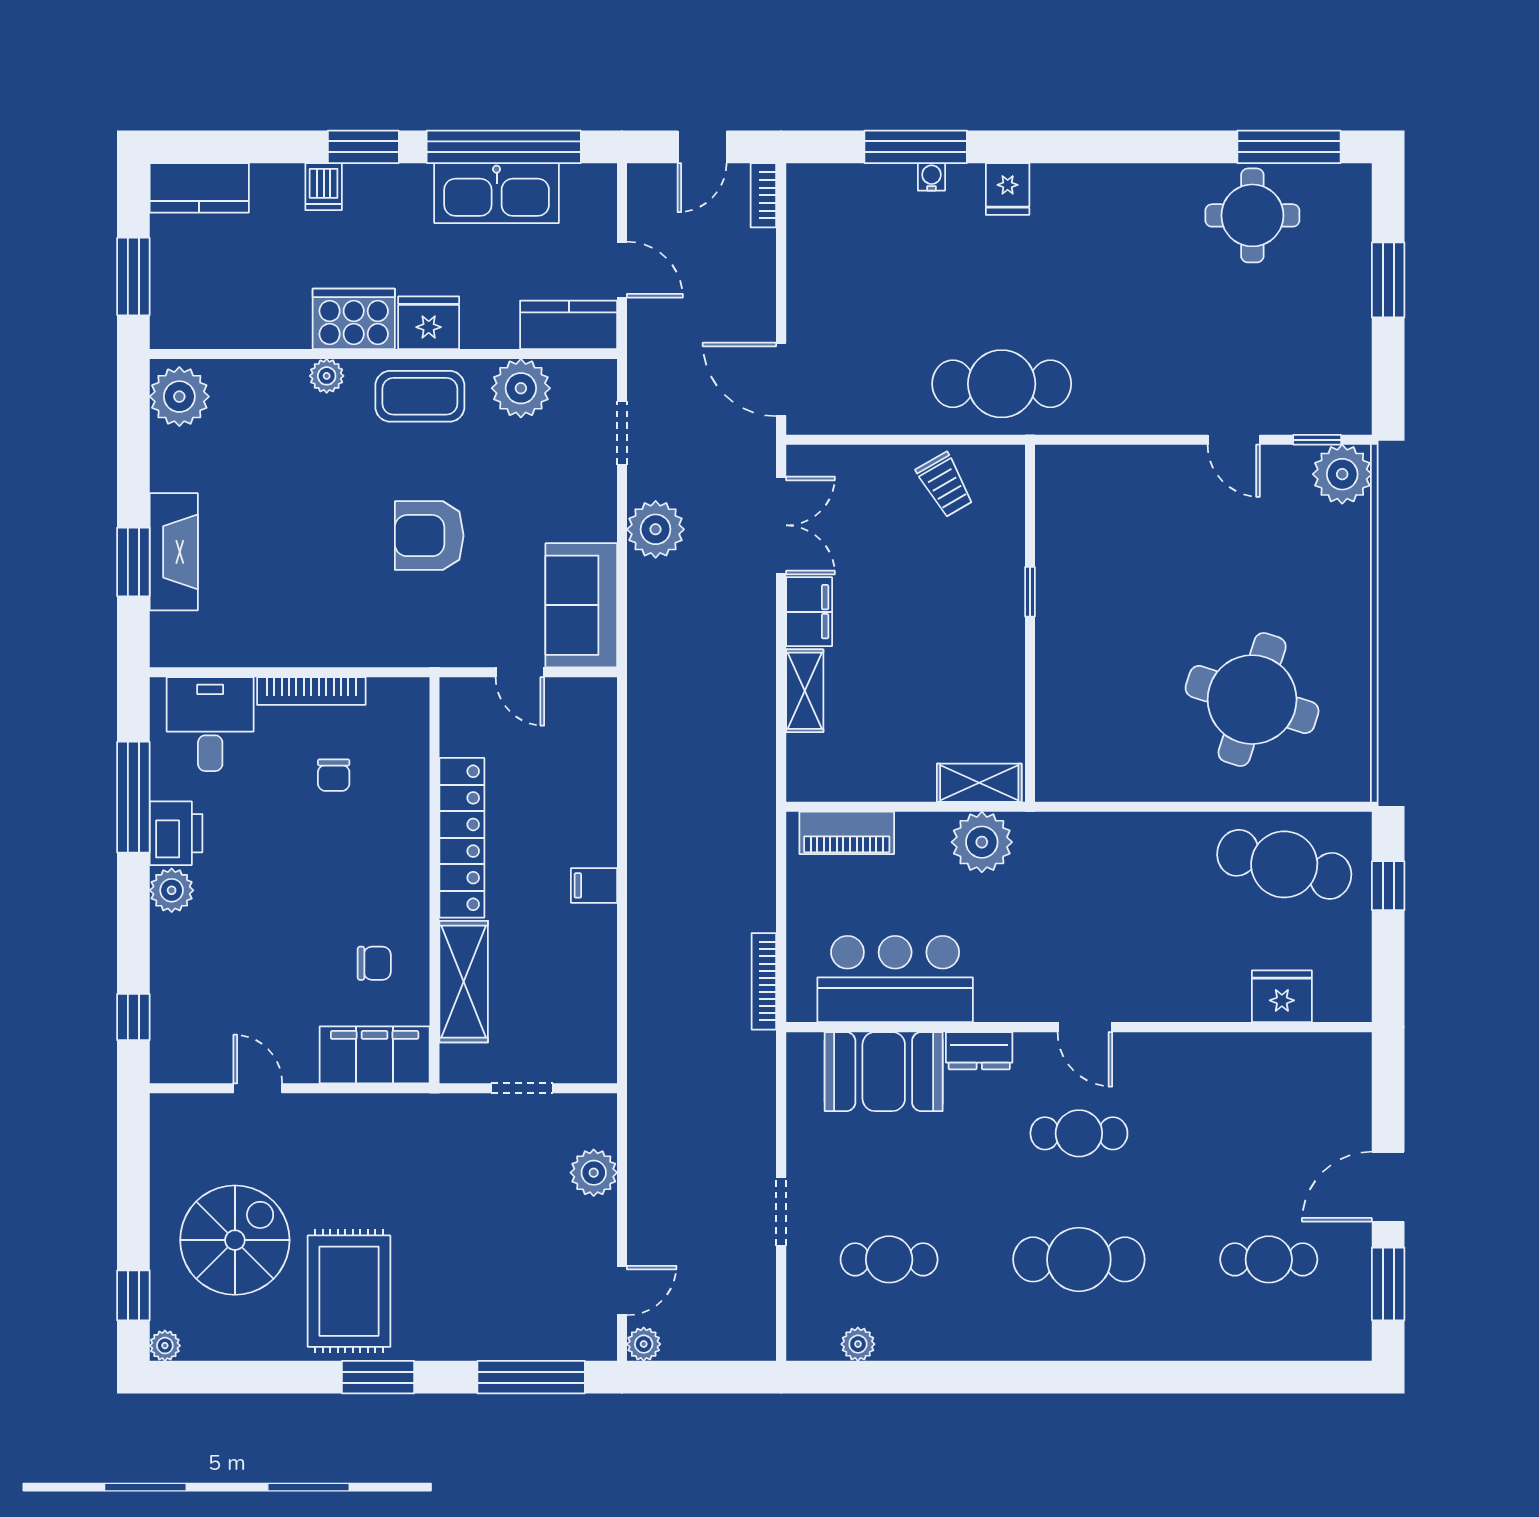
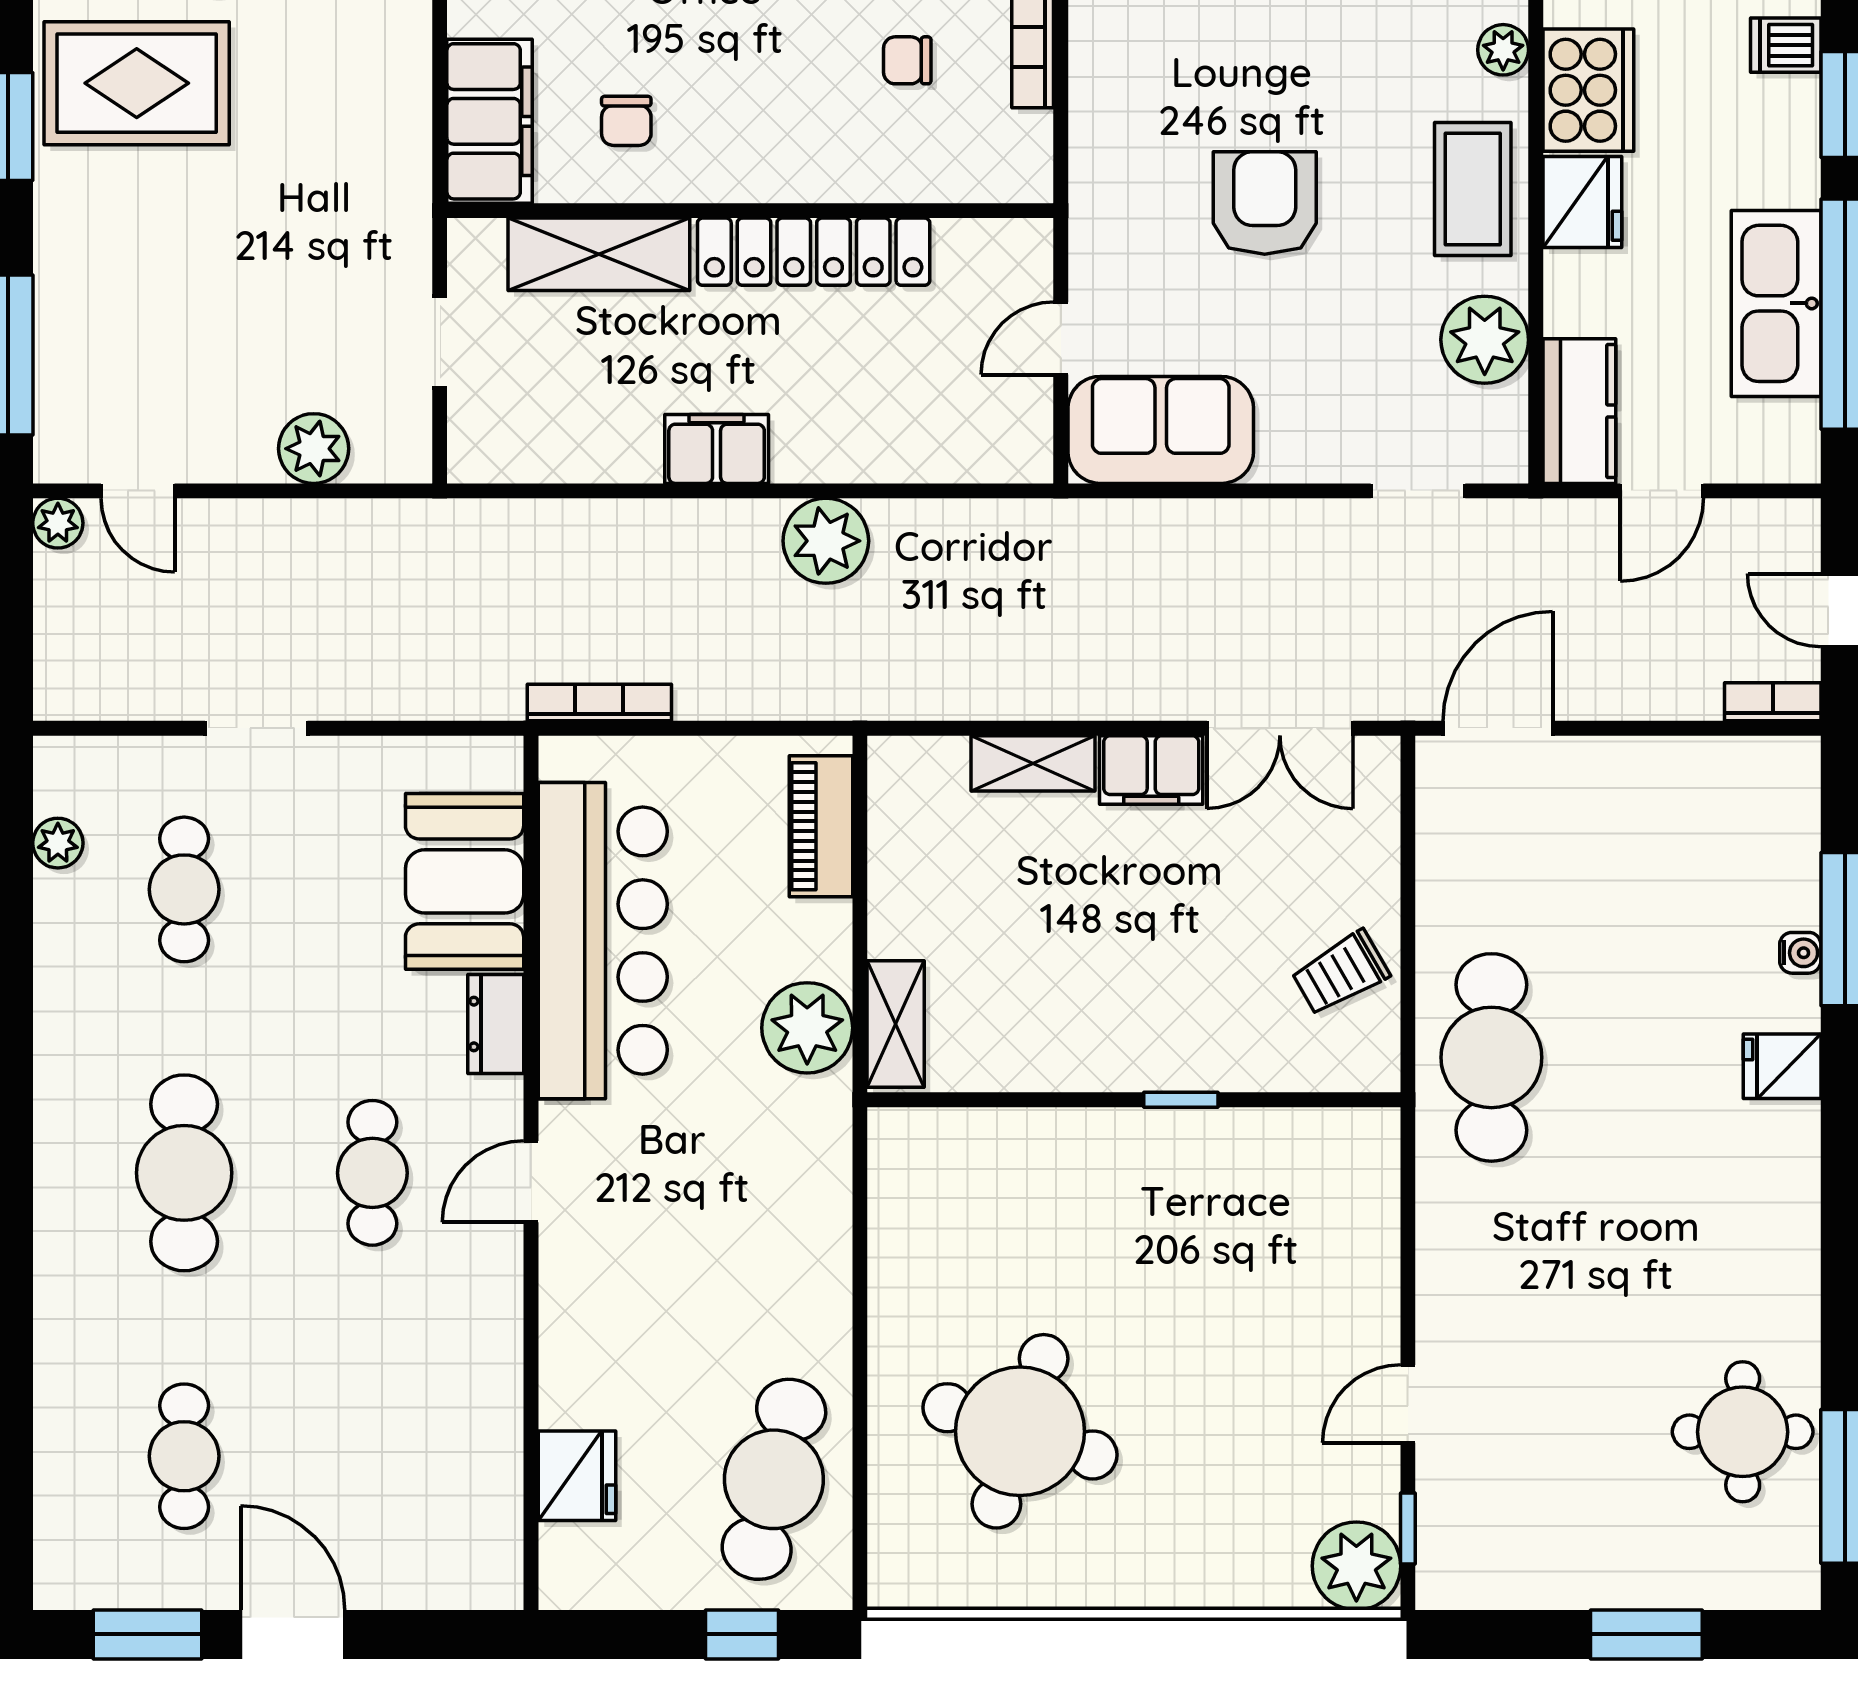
plant: (656, 529) -> (826, 541), moved
filing cabinet: (594, 885) -> (717, 449), width x2.00
bar counter: (895, 979) -> (603, 941), width x1.36

